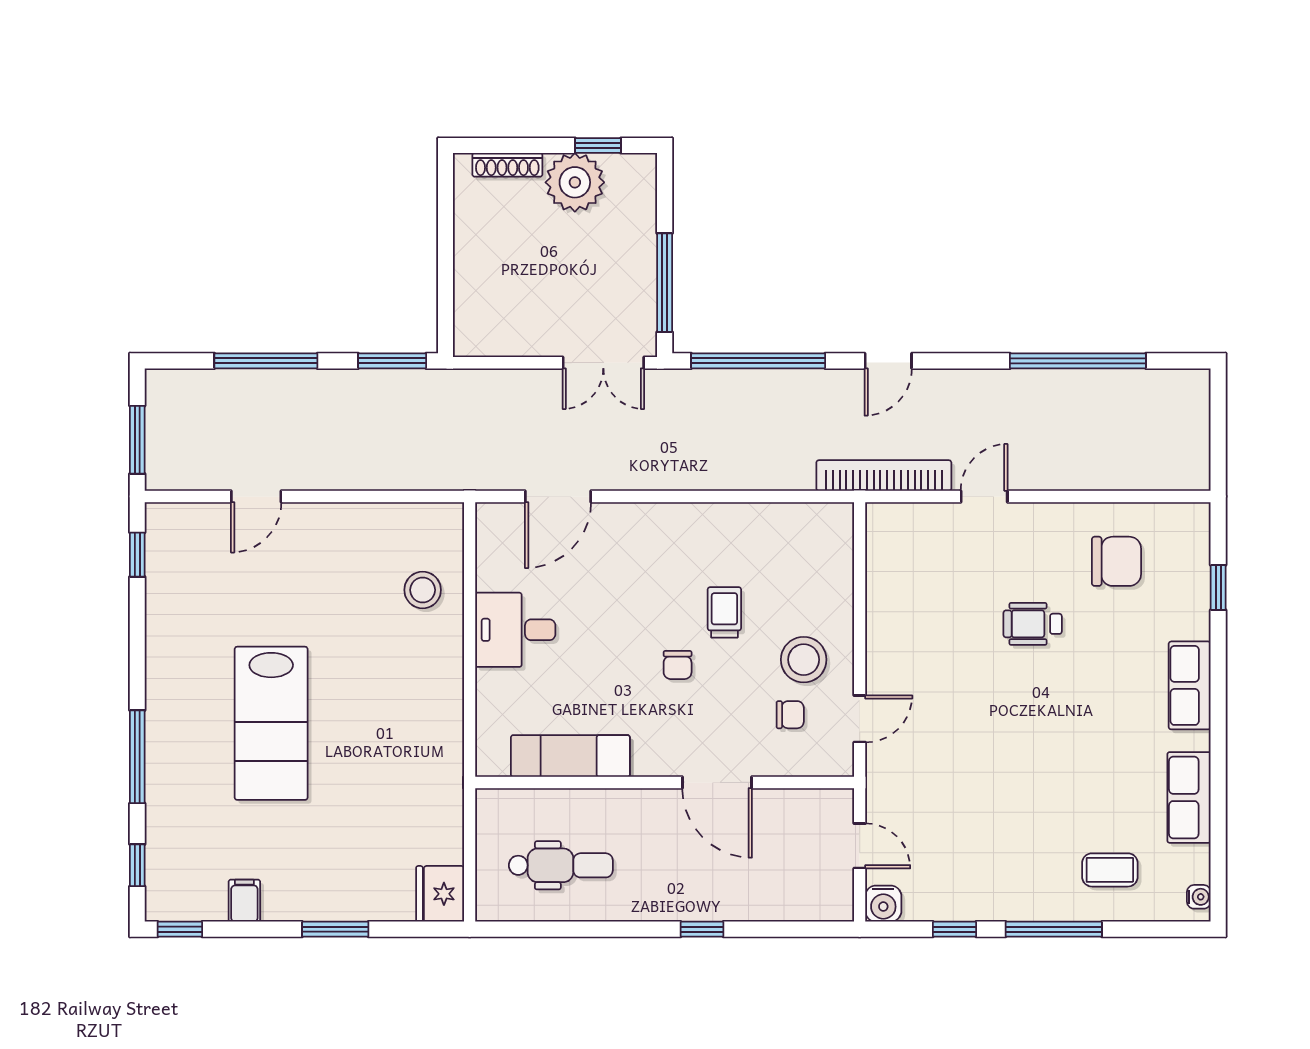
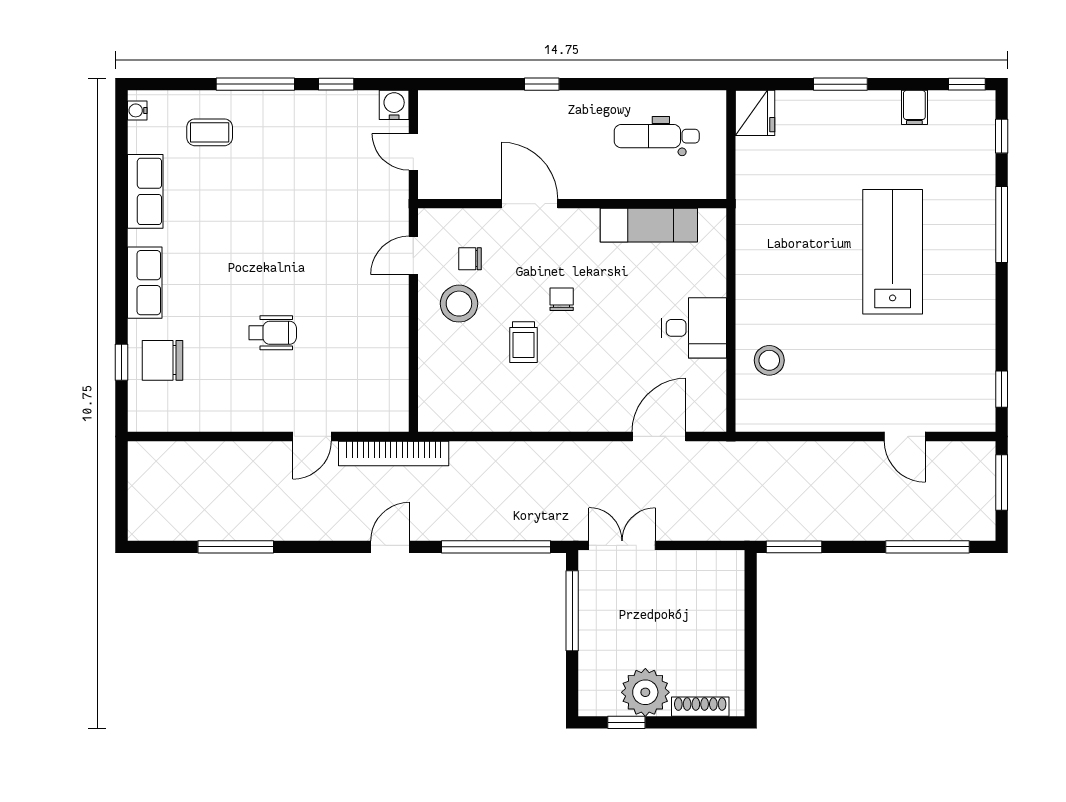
window: (266, 361) -> (928, 547), moved
window: (1078, 361) -> (236, 547), width x0.68
door: (256, 496) -> (905, 436), swing flipped
chair: (1116, 561) -> (163, 360), moved

